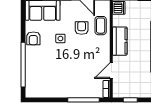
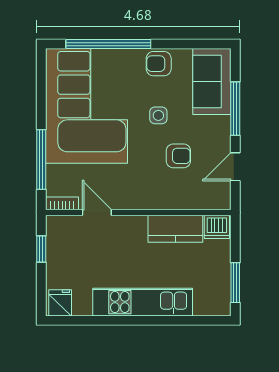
coffee table: (101, 26) -> (183, 192), removed
kitchen counter: (120, 41) -> (175, 229), moved
corner sofa: (55, 76) -> (87, 106), added

